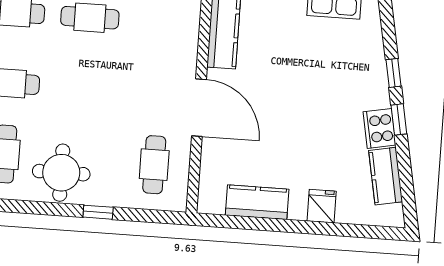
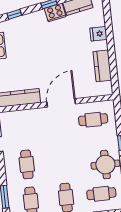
window: (393, 73) -> (14, 14), moved

